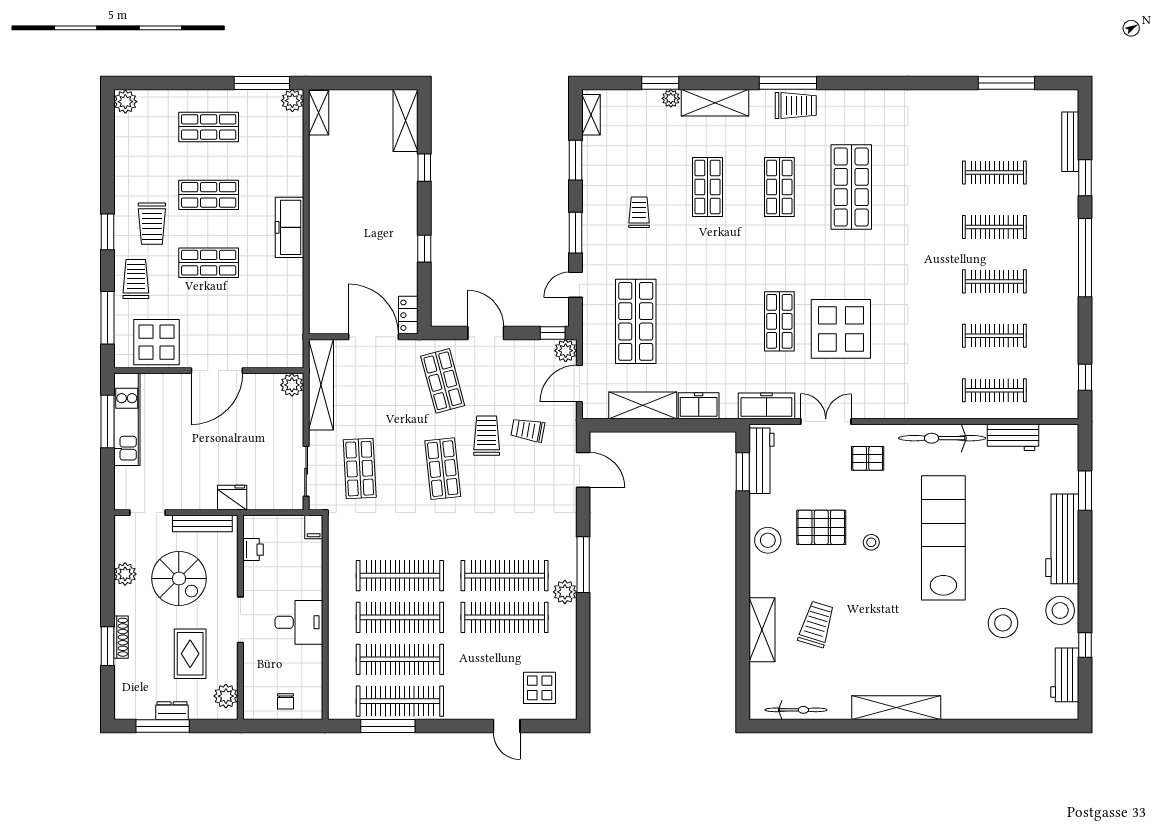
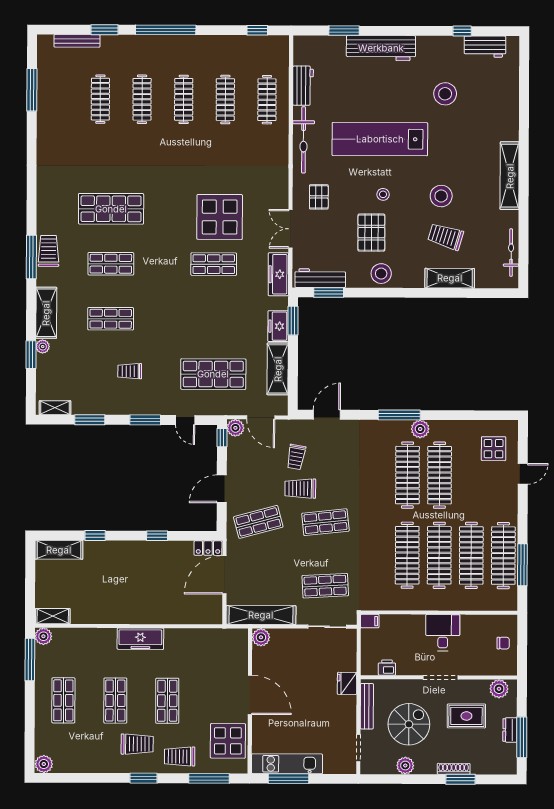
window: (706, 425) -> (293, 321), added
stool: (1060, 610) -> (441, 196), moved

